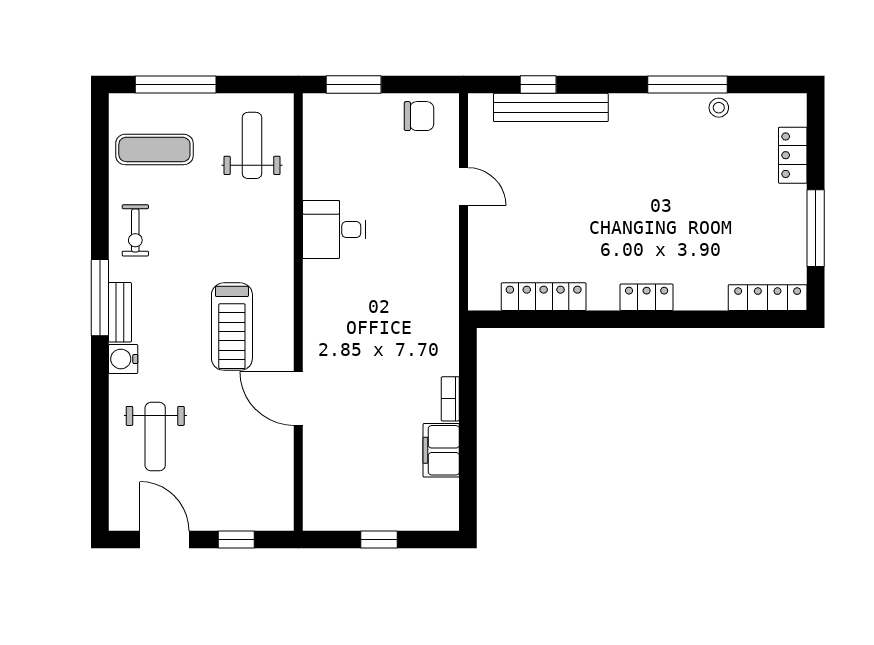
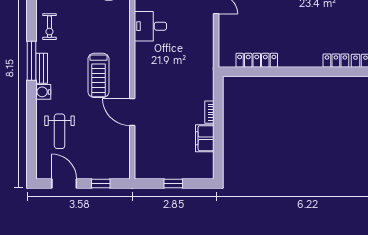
locker: (647, 297) -> (336, 61), moved

